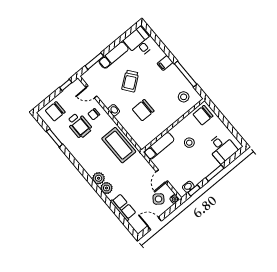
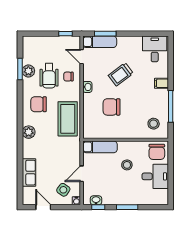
exam couch: (113, 55) -> (100, 42), moved
chair: (55, 111) -> (39, 104), moved
chair: (203, 115) -> (157, 152), turned -90
desk: (222, 148) -> (155, 176), moved, turned -90
plant: (107, 188) -> (28, 71), moved

